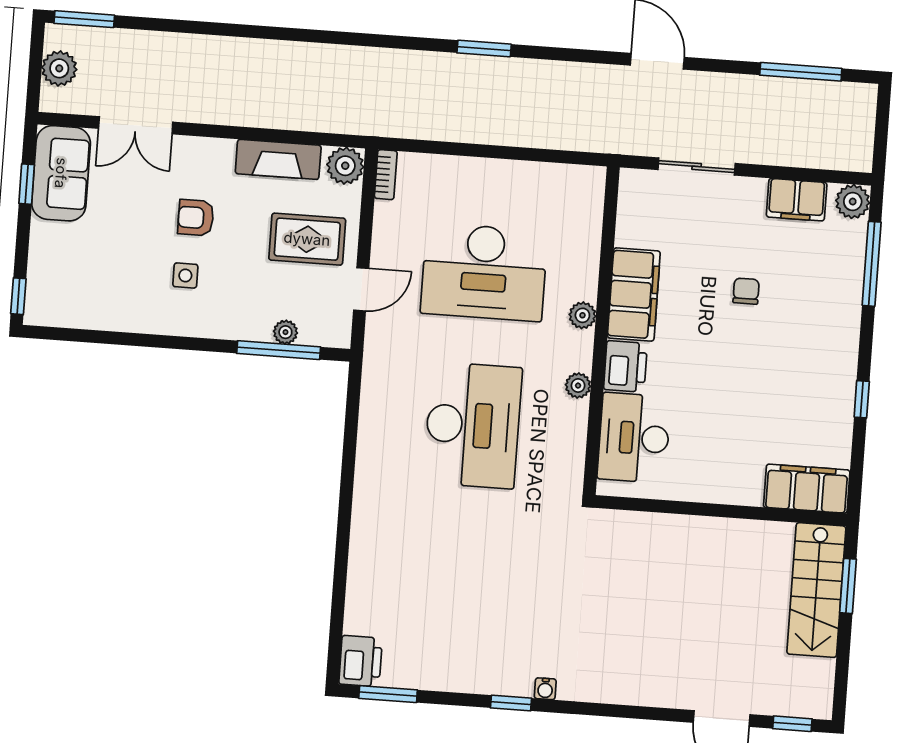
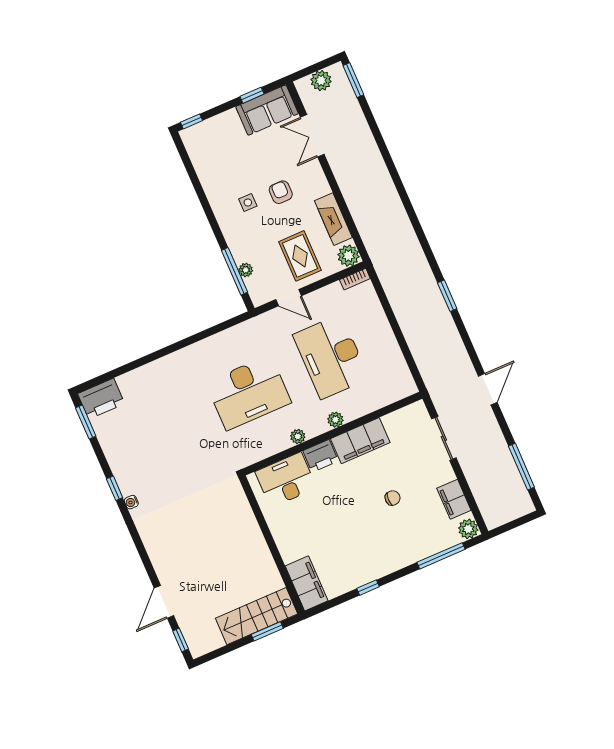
printer: (361, 661) -> (101, 399), width x1.37, depth x1.19

